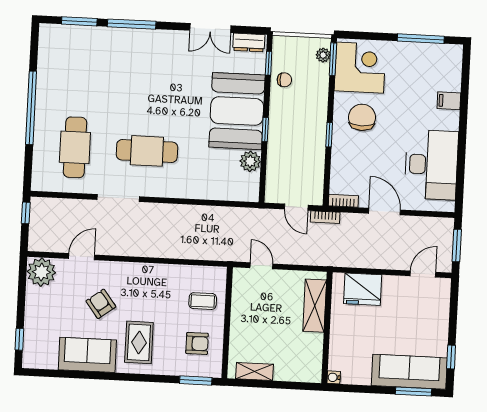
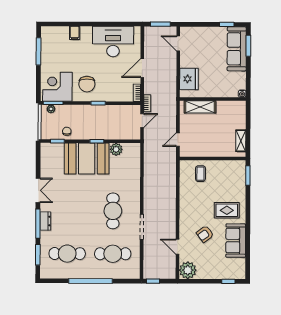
double door: (210, 28) -> (38, 190), moved
dresser: (249, 42) -> (45, 221), moved
cafe table: (79, 71) -> (67, 254), added
chair: (362, 117) -> (87, 84), turned -90
armchair: (197, 343) -> (226, 176), removed

